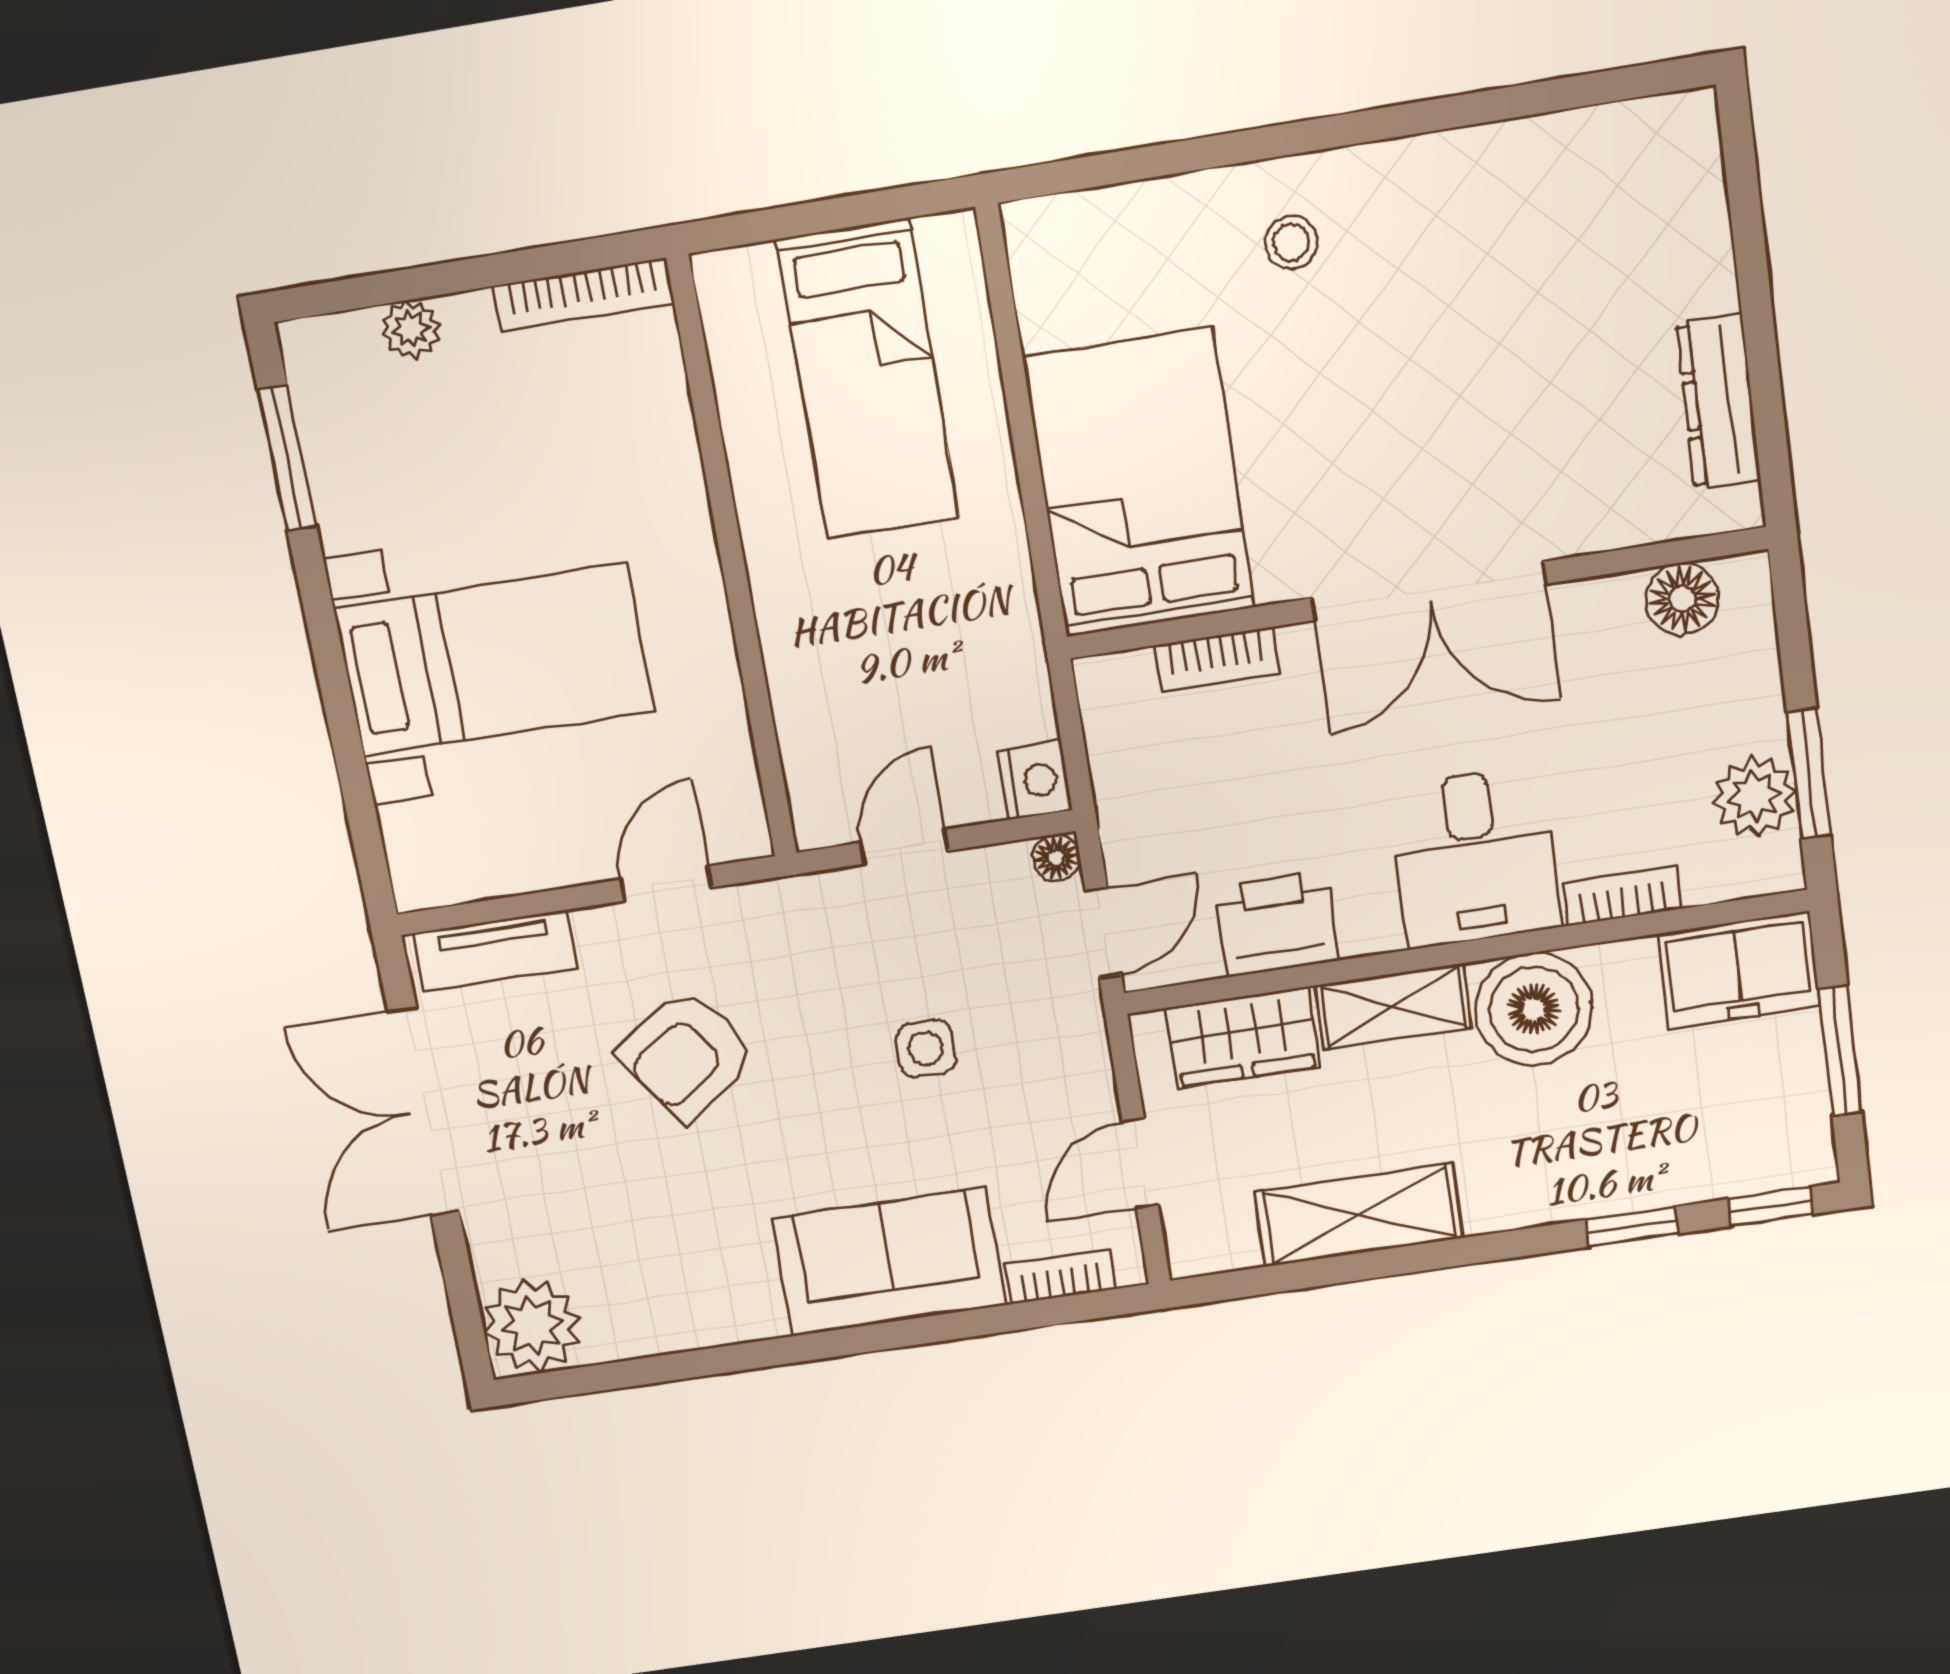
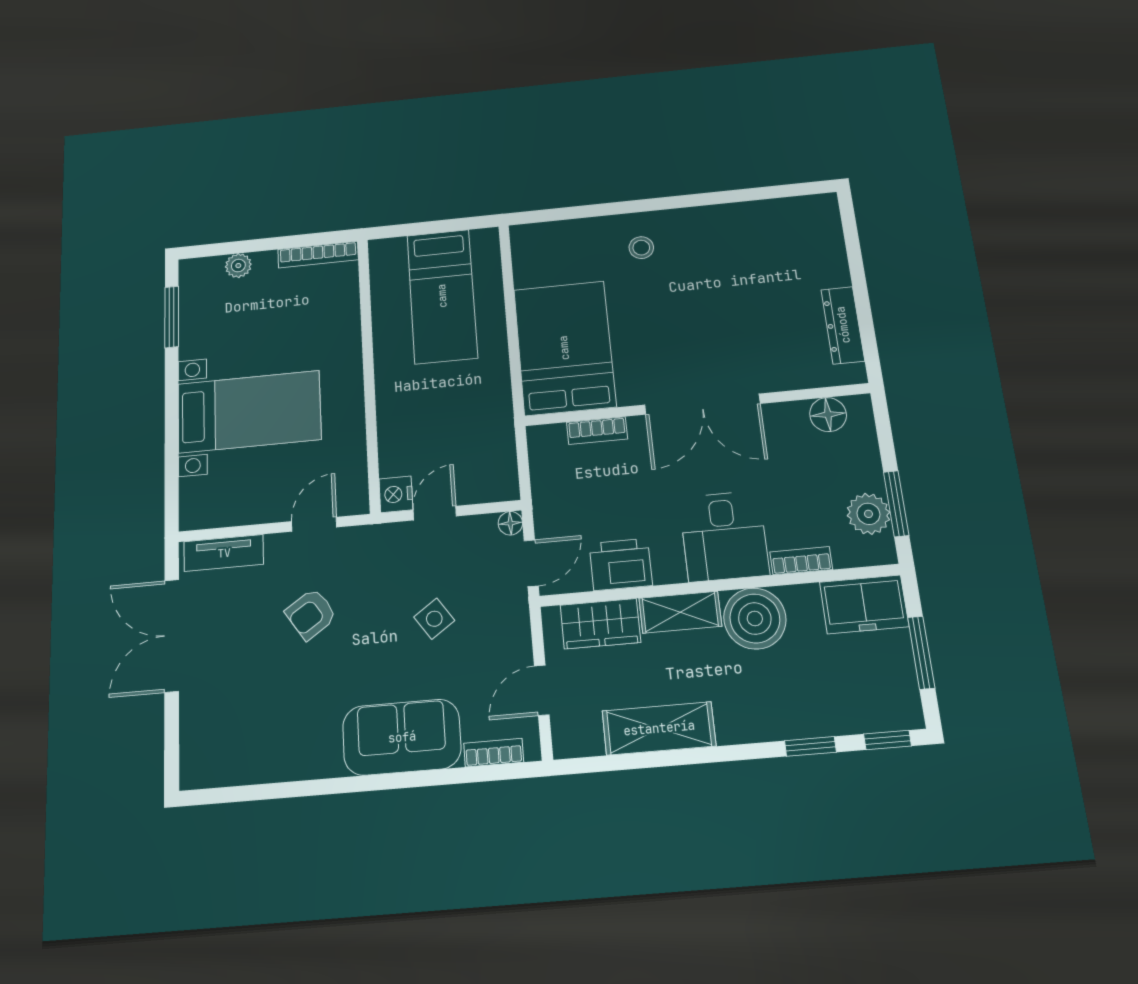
nightstand: (1035, 781) -> (396, 494), moved, turned 180
side table: (926, 1049) -> (434, 619), turned -35
armchair: (687, 1055) -> (311, 614), width x0.72, depth x0.72
plant: (532, 1325) -> (205, 760), removed

